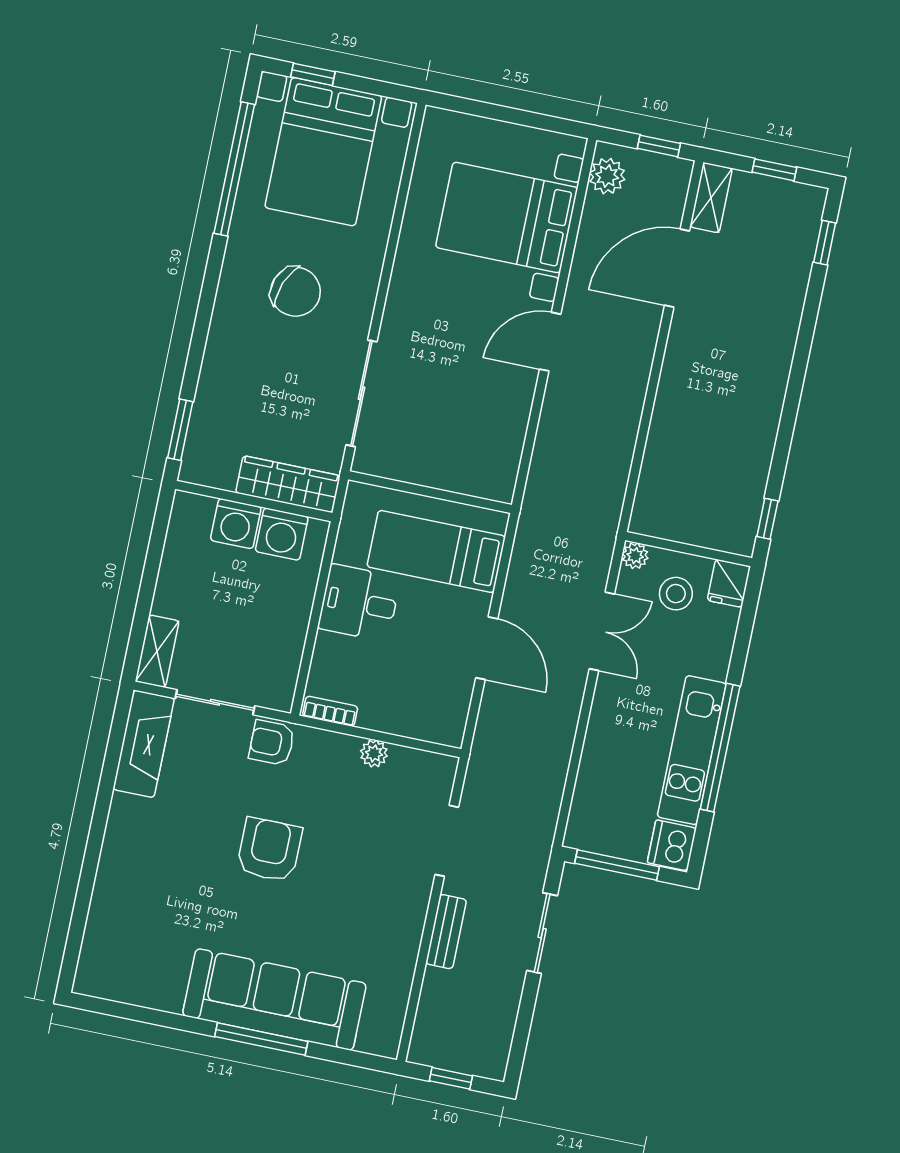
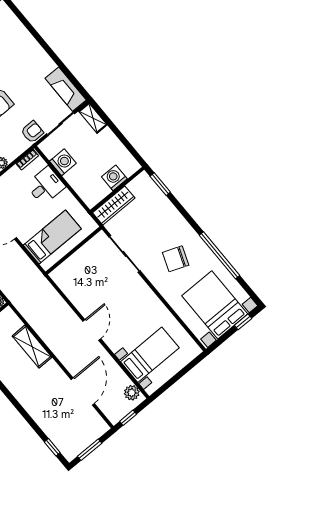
window: (234, 169) -> (219, 255), moved
window: (774, 170) -> (90, 450), width x1.50
shelving: (711, 198) -> (32, 347), moved, width x1.50, depth x1.33
bed with nightstands: (507, 217) -> (150, 355), width x0.73
washing machine: (282, 534) -> (63, 162), moved, turned 90
desk: (359, 603) -> (46, 186), moved

